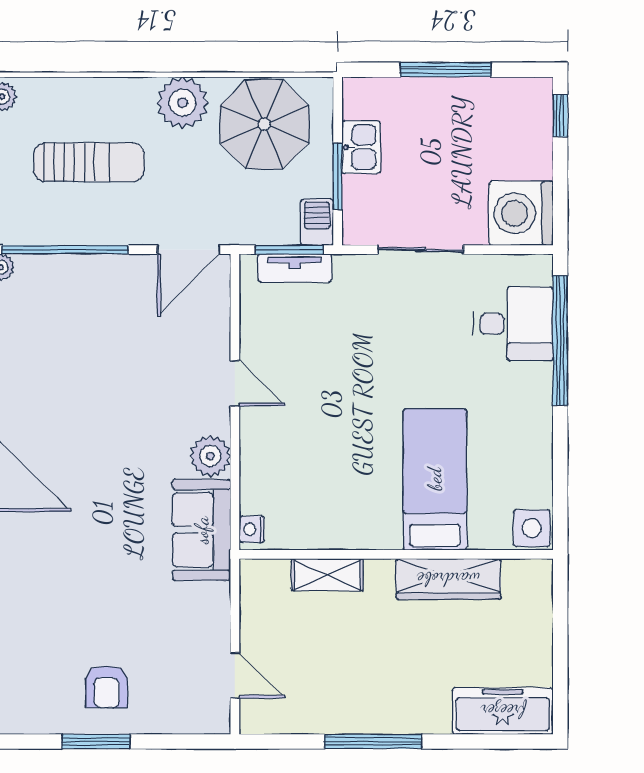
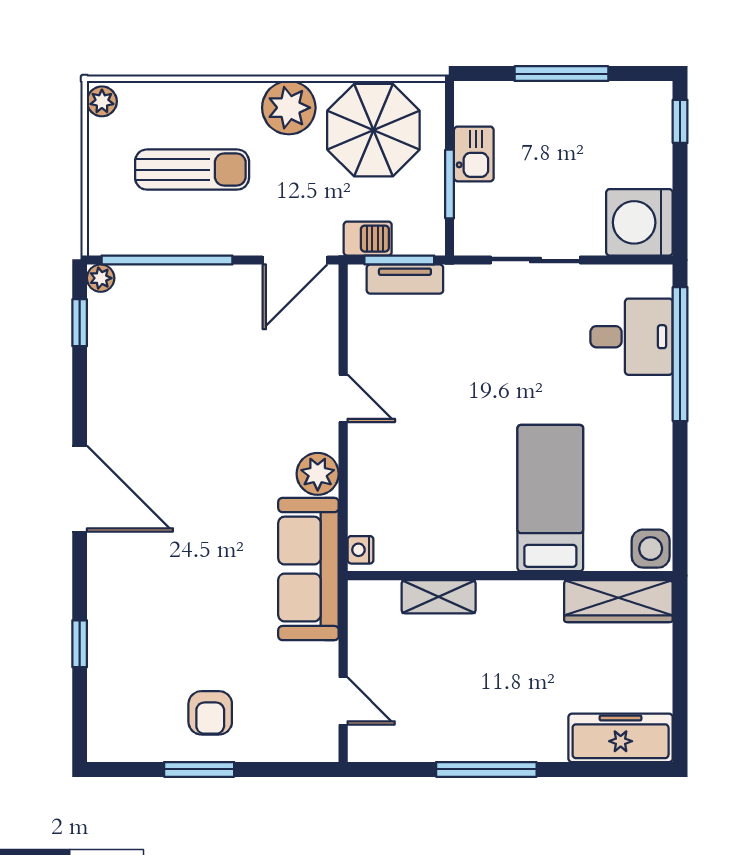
barbecue: (317, 222) -> (368, 239), moved, turned 90
sofa: (202, 530) -> (308, 569), width x1.36
wardrobe: (448, 579) -> (618, 601), moved

